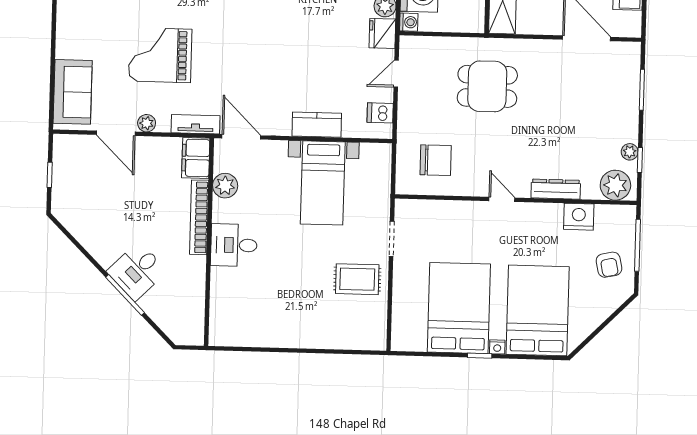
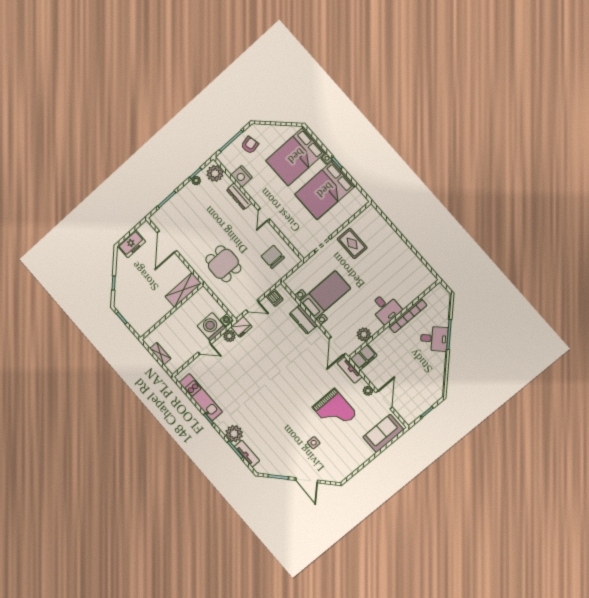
bookcase: (199, 217) -> (408, 316), moved

